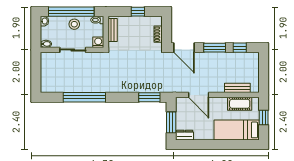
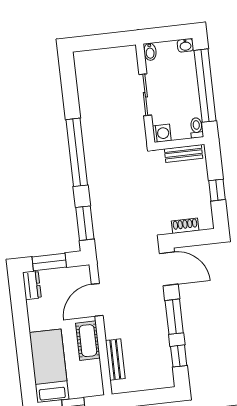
stool: (74, 24) -> (186, 93), removed
door: (184, 48) -> (169, 269), swing flipped
window: (84, 97) -> (77, 152), moved
cot: (240, 104) -> (88, 341), moved

